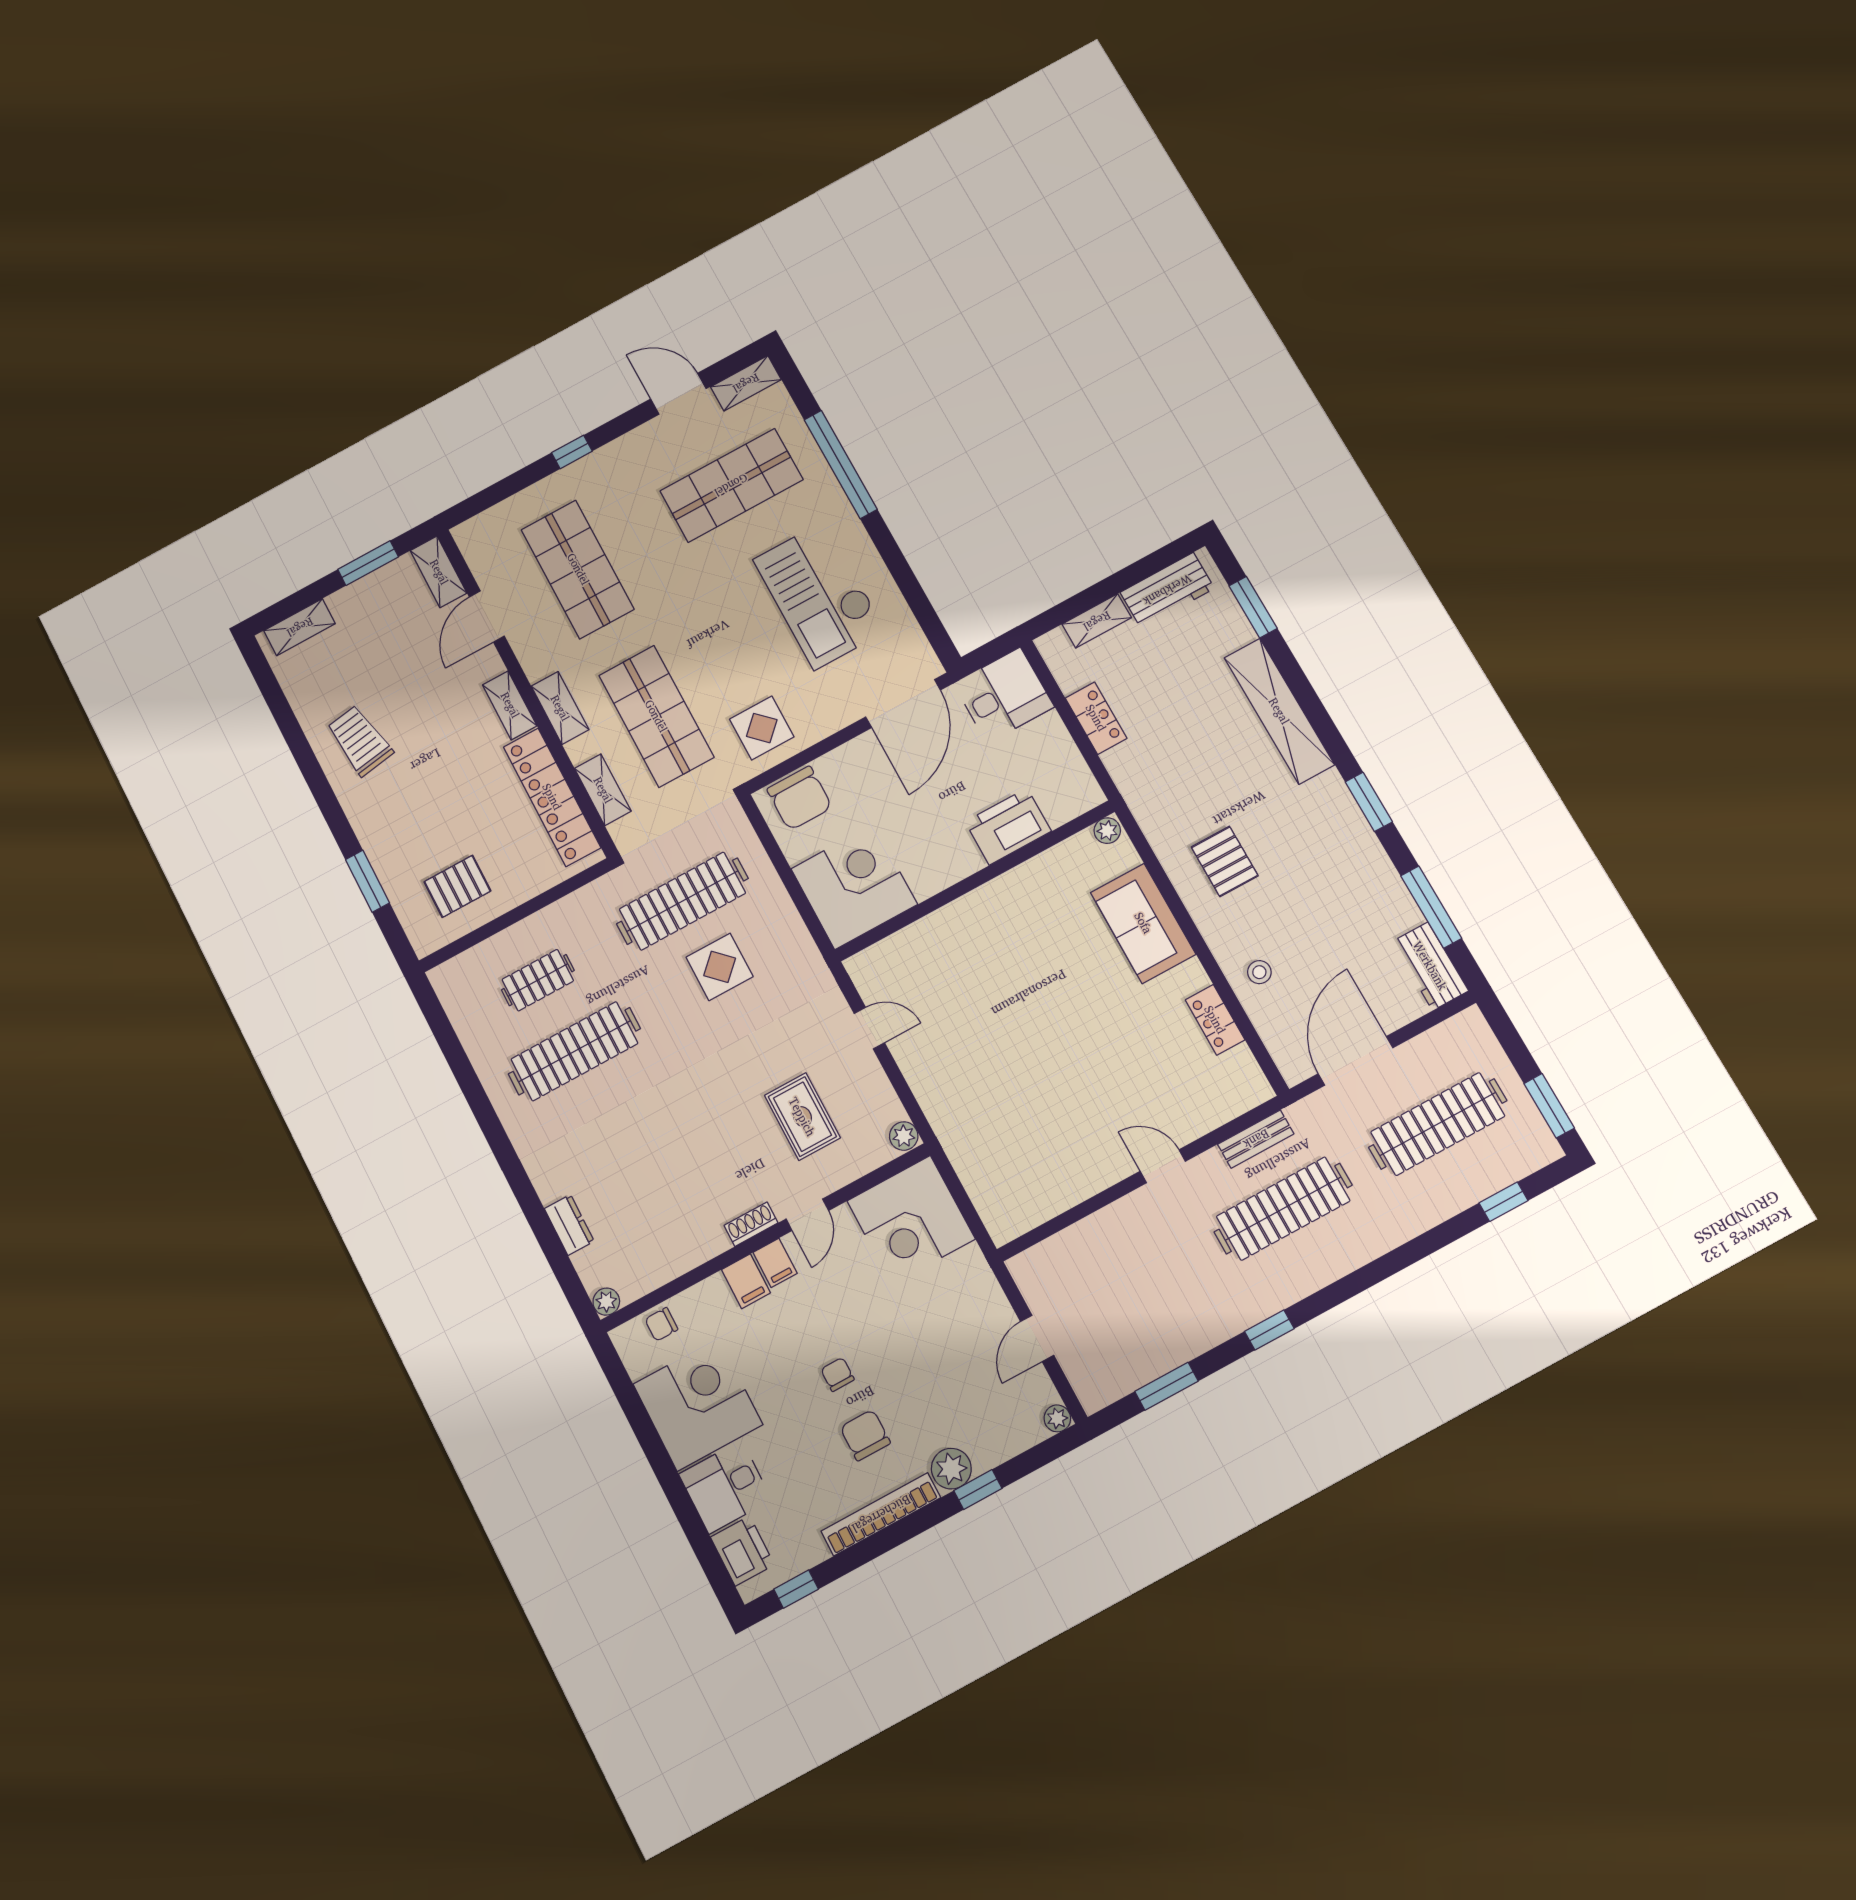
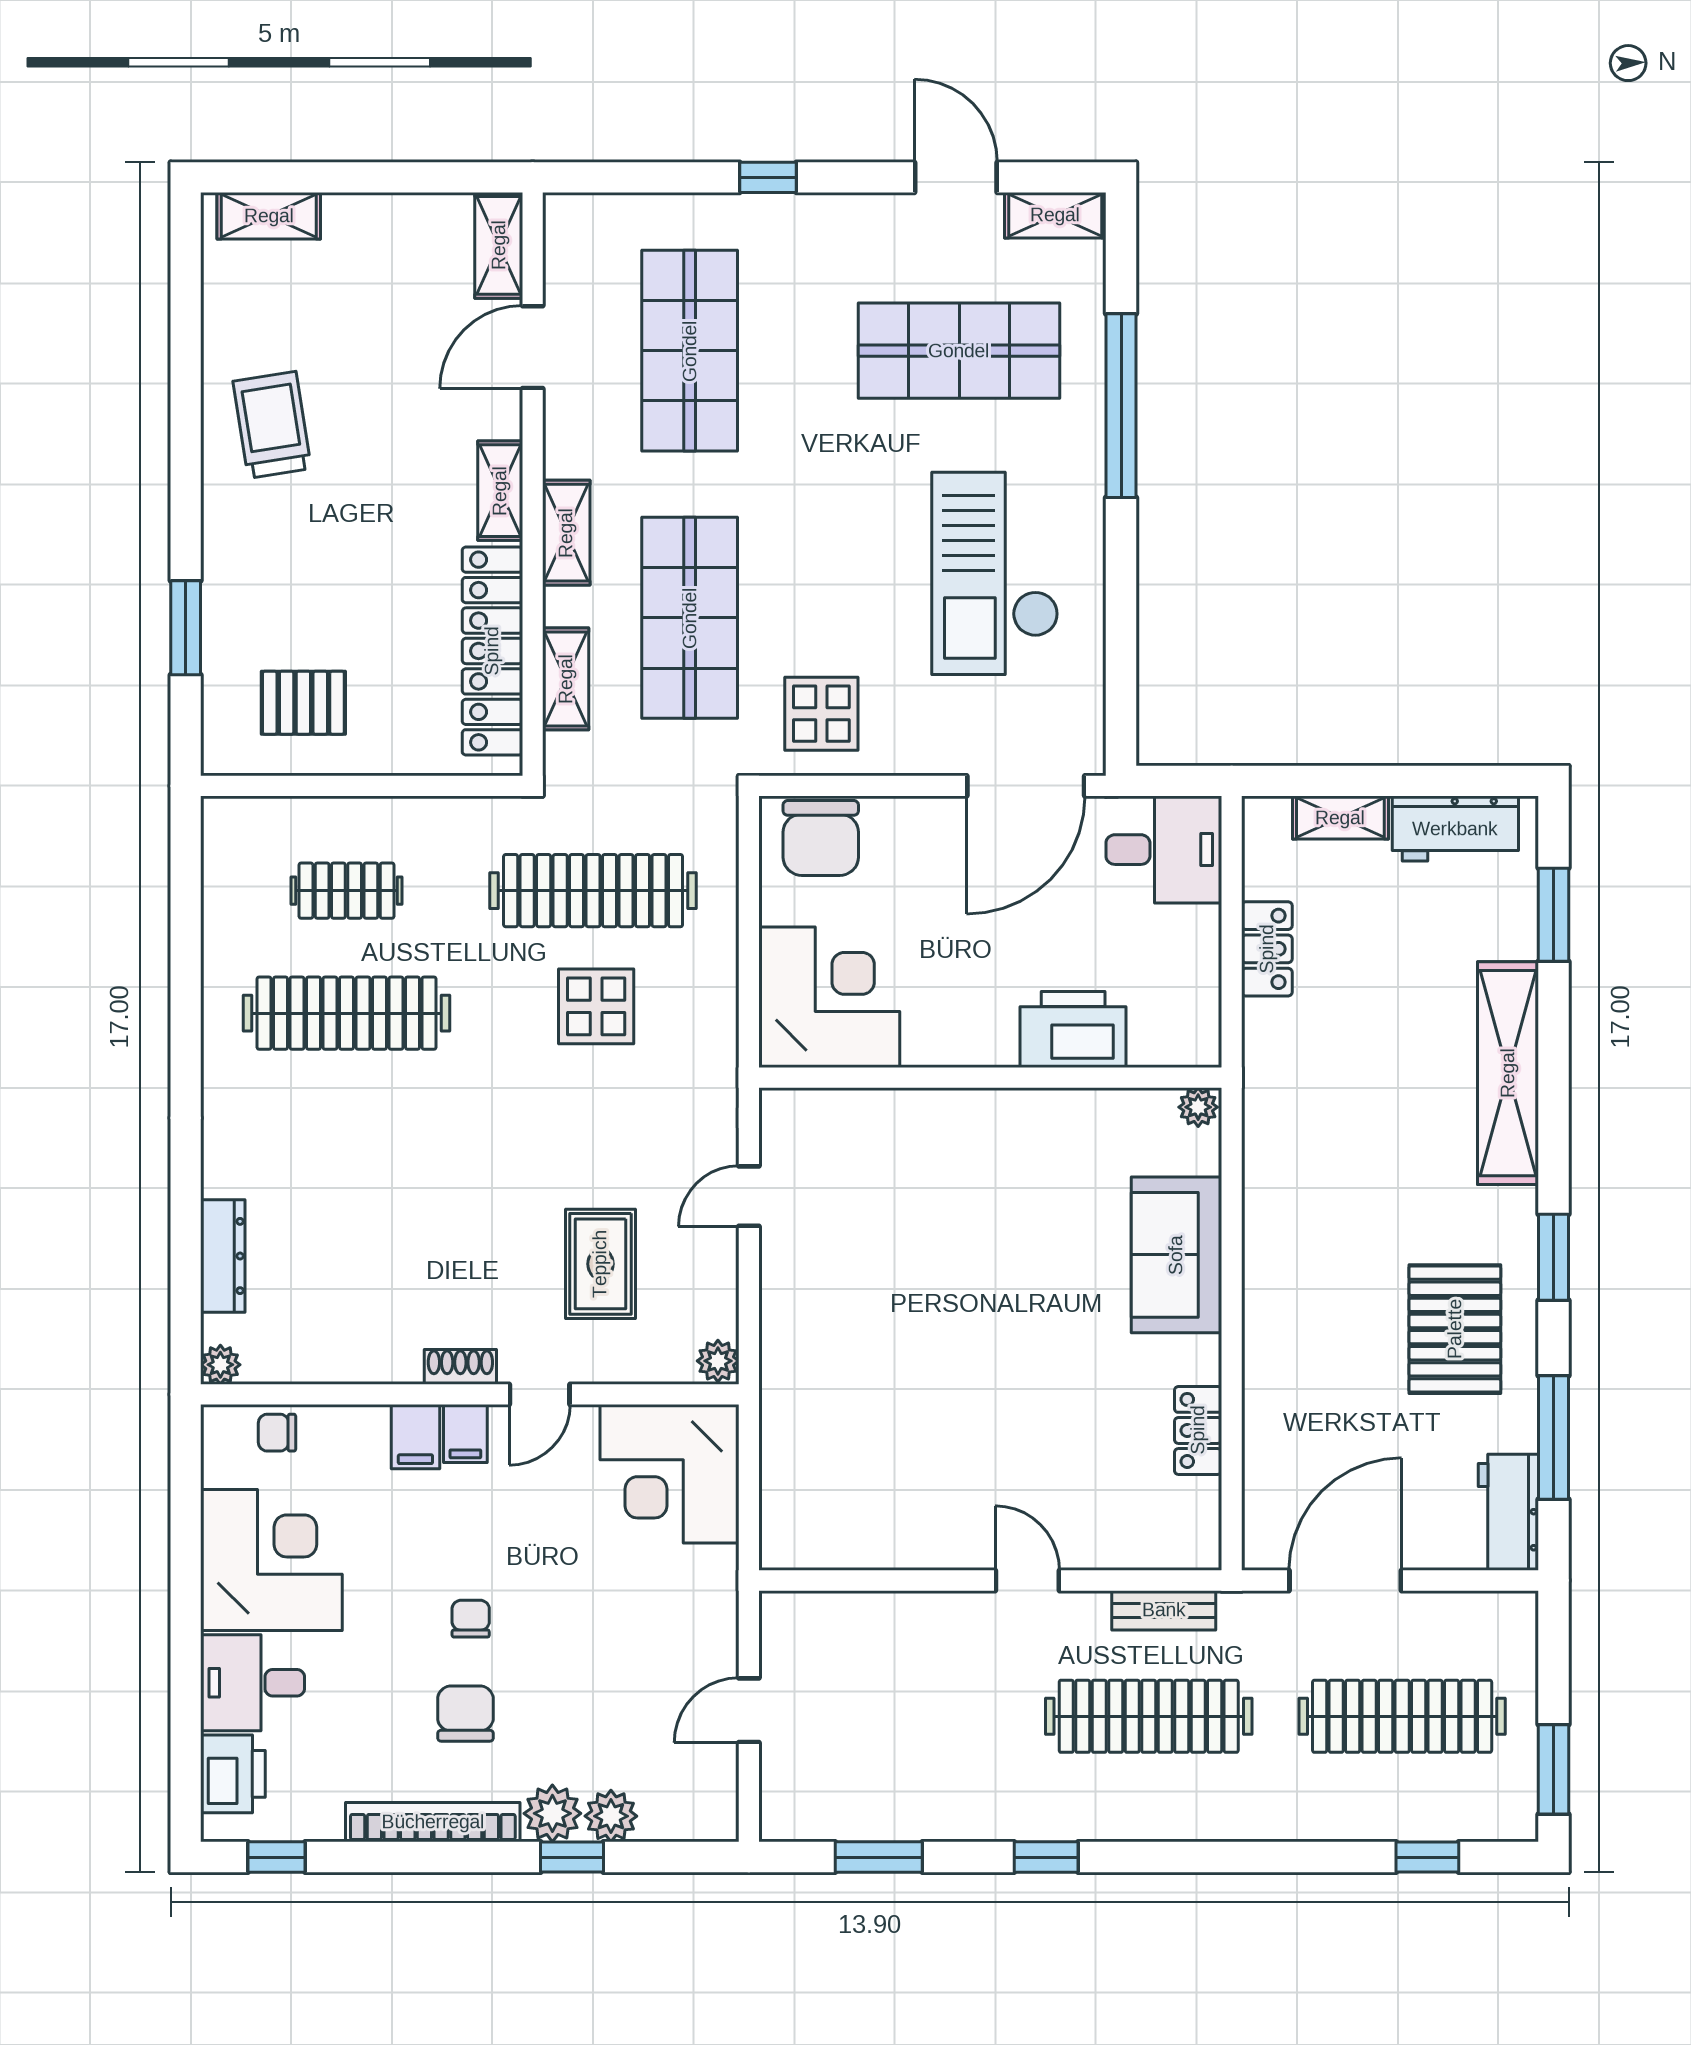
window: (368, 563) -> (408, 177), removed
pallet: (1225, 861) -> (1455, 1329), moved, width x1.50, depth x1.42
stool: (1259, 972) -> (1289, 1400), removed
door: (869, 1028) -> (749, 1196), swing flipped
dresser: (569, 1225) -> (223, 1256), width x1.44
plant: (1057, 1418) -> (611, 1816), moved, width x1.38, depth x1.38

